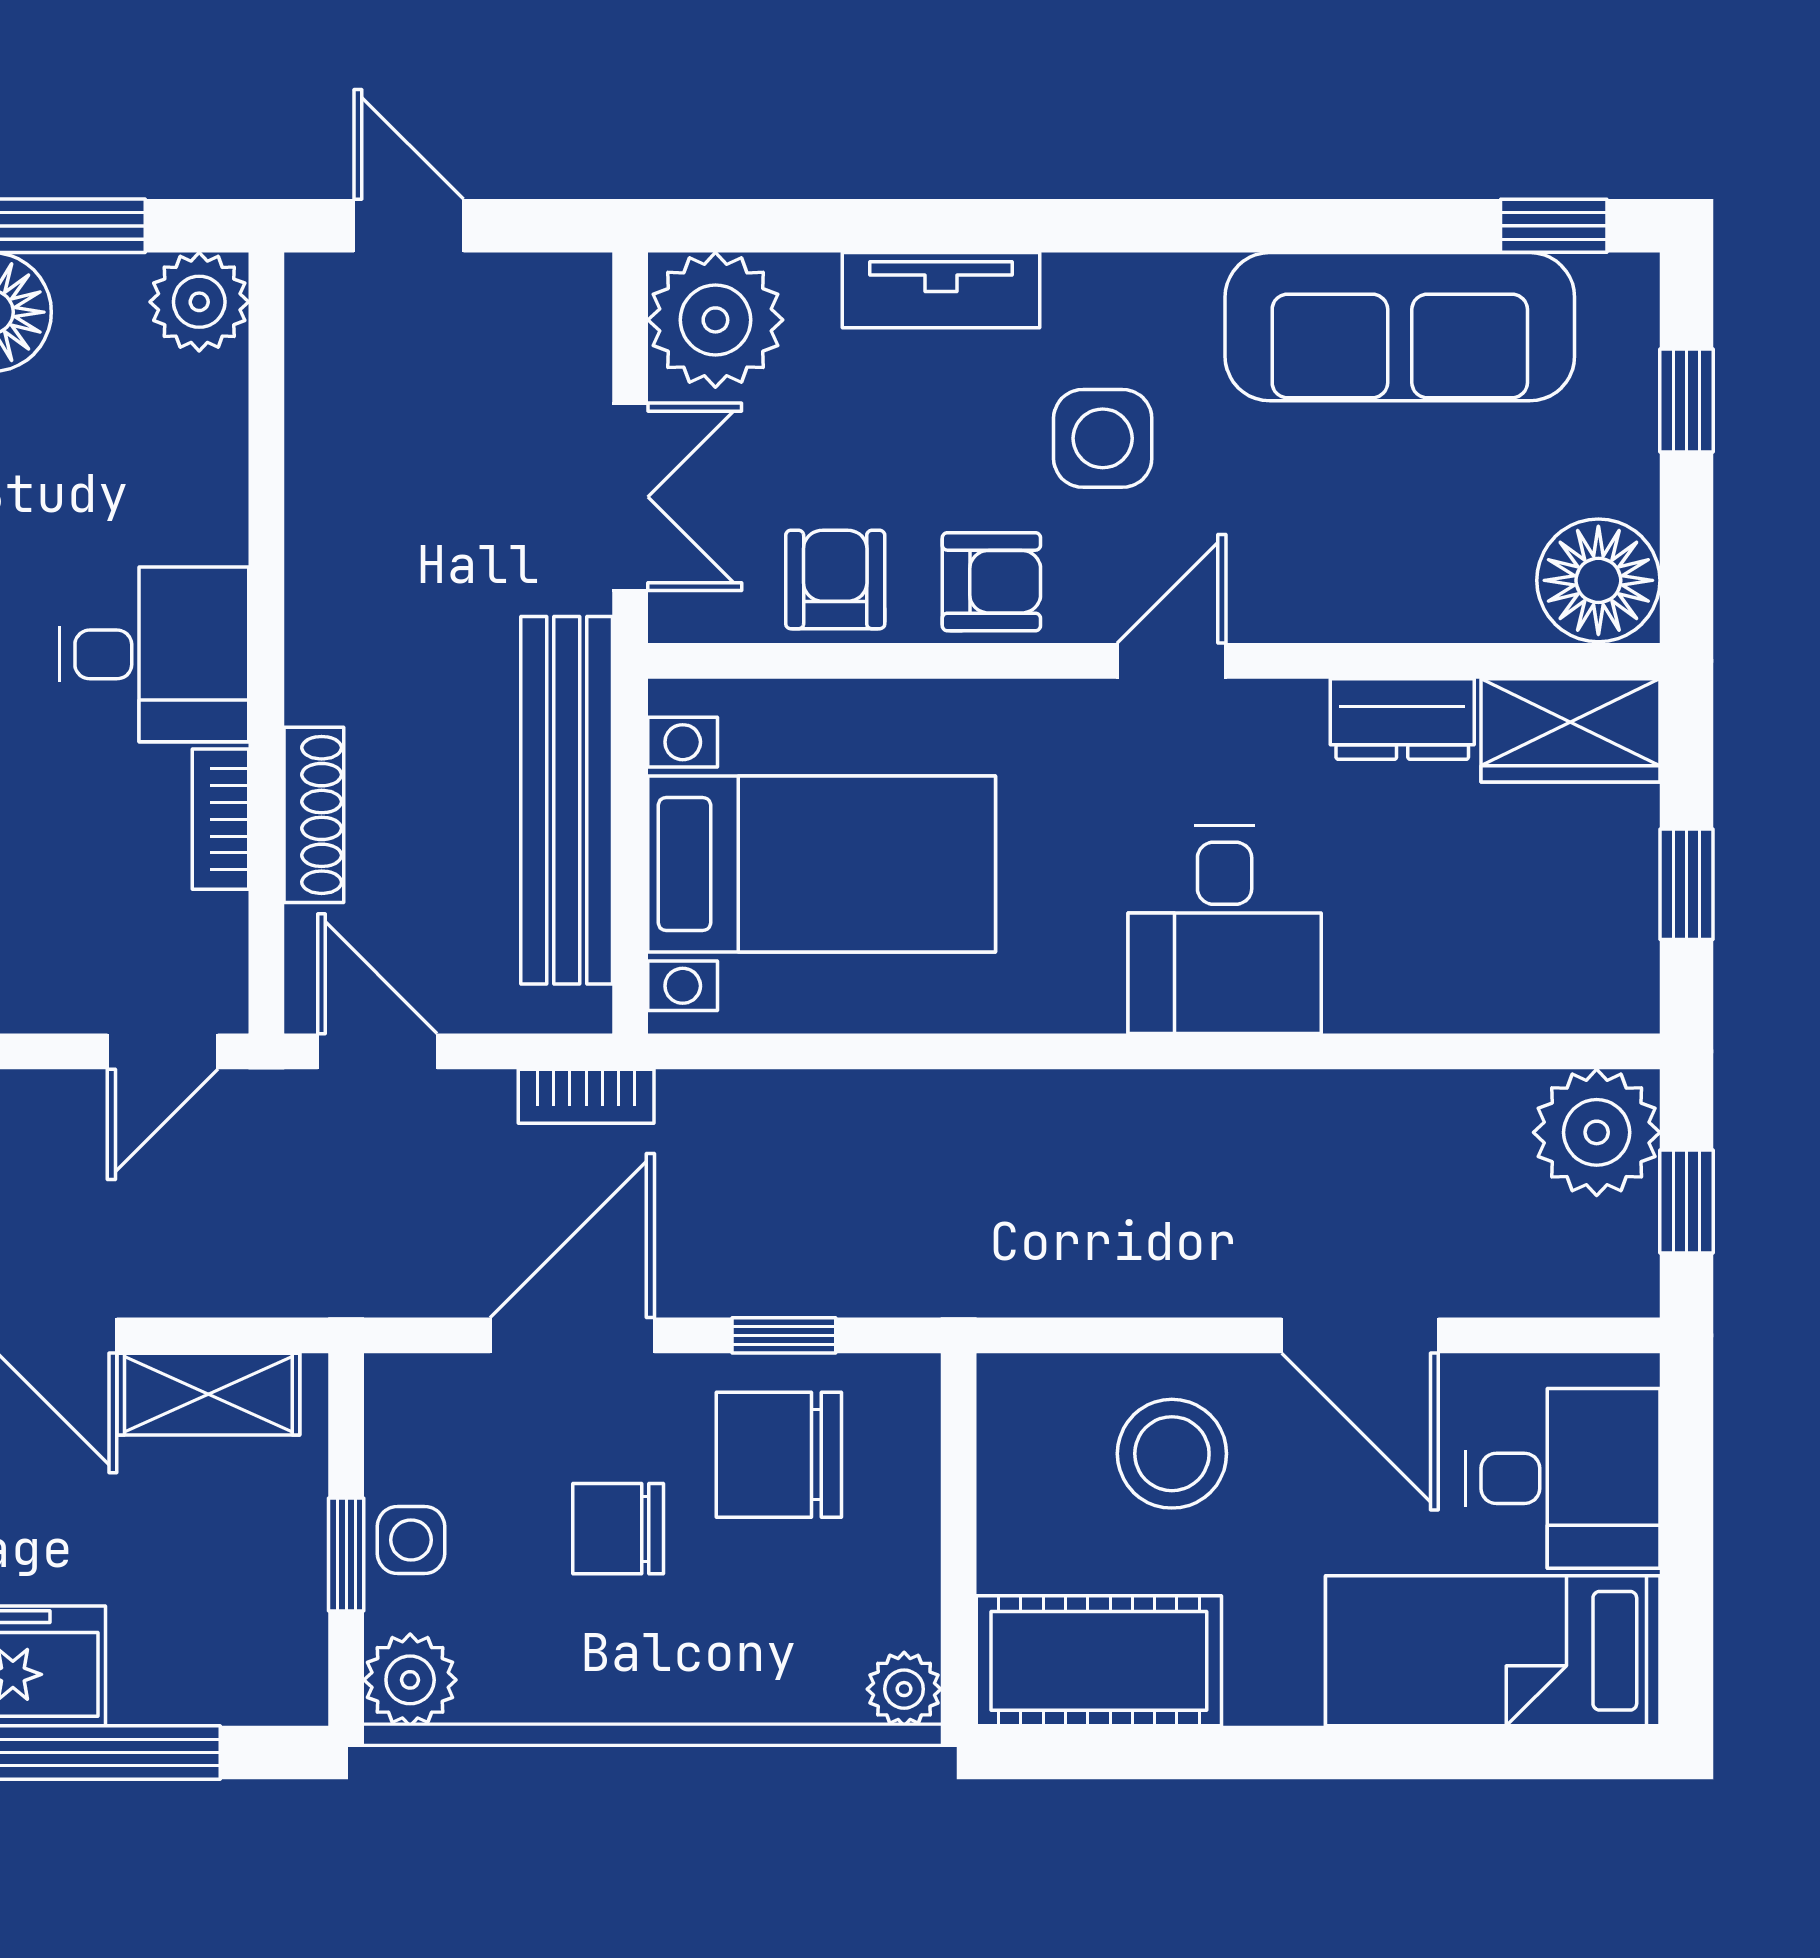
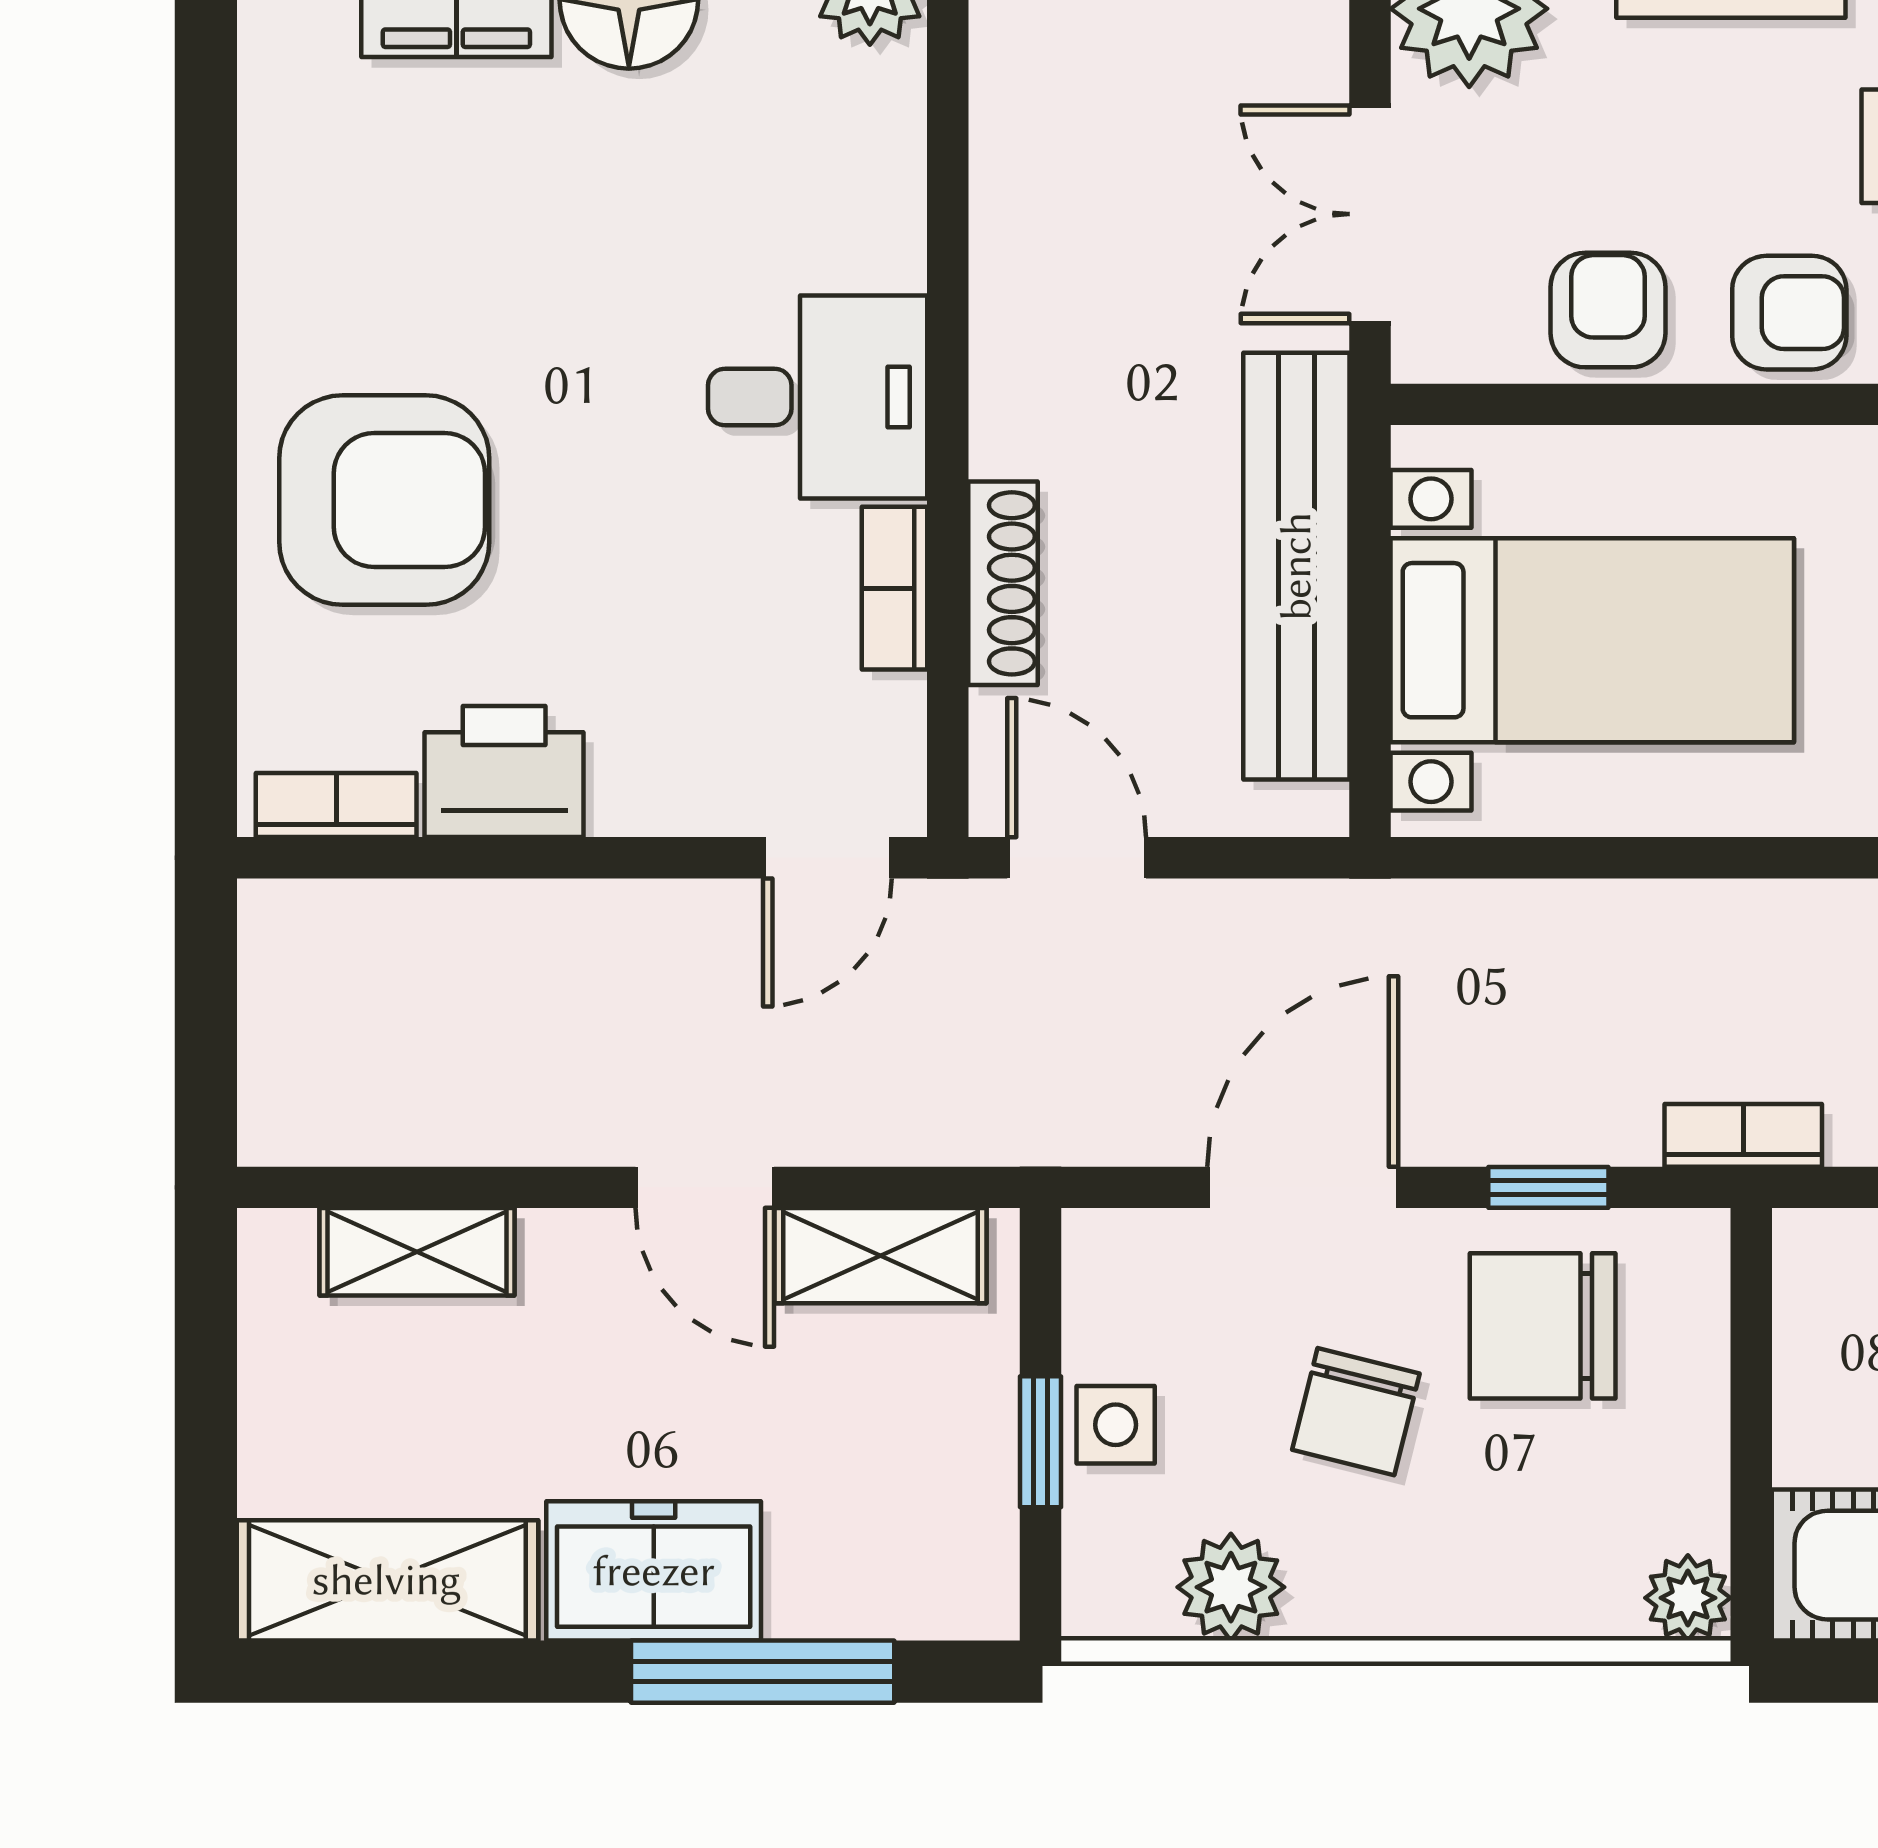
double door: (630, 497) -> (1370, 214), swing flipped
bookcase: (586, 1096) -> (1743, 1135), moved, turned 180
chair: (618, 1529) -> (1356, 1412), turned -76
plant: (410, 1680) -> (1231, 1587), moved

